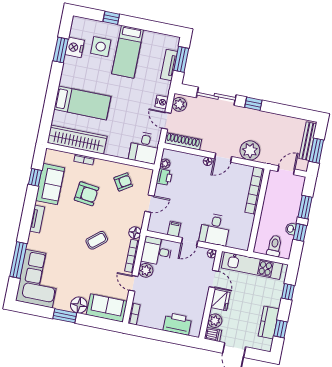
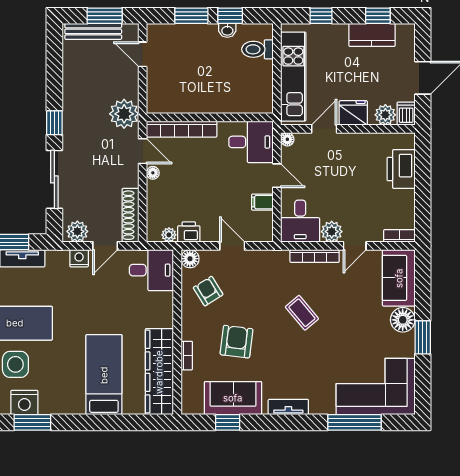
bookcase: (255, 190) -> (182, 129), moved
wall: (259, 210) -> (210, 117), moved
floor lamp: (135, 233) -> (190, 259), moved

